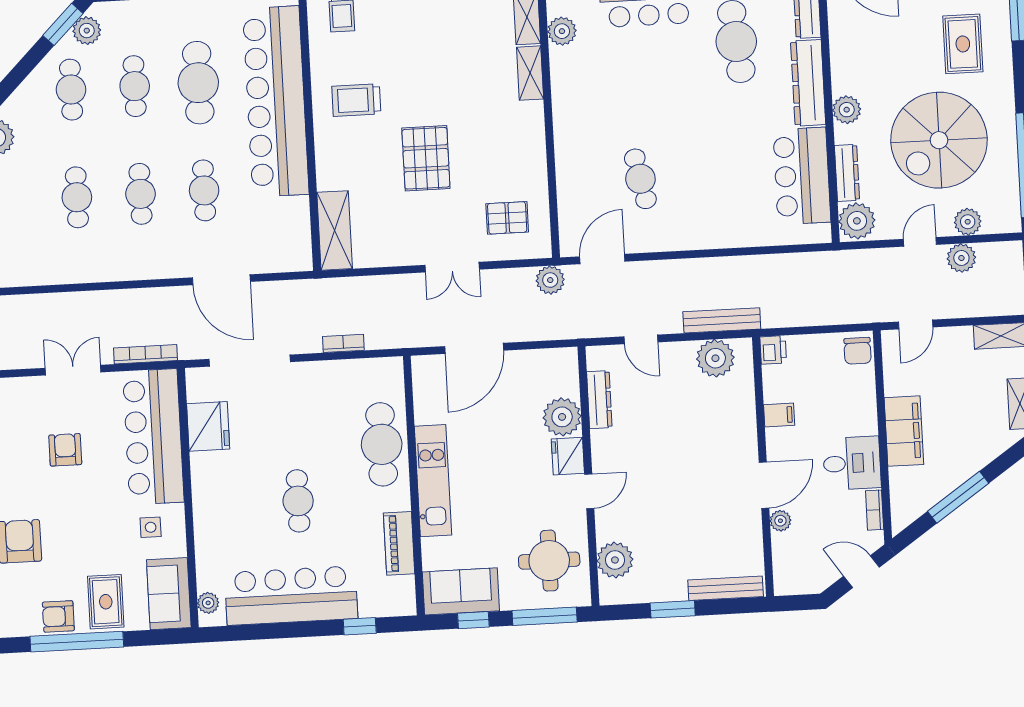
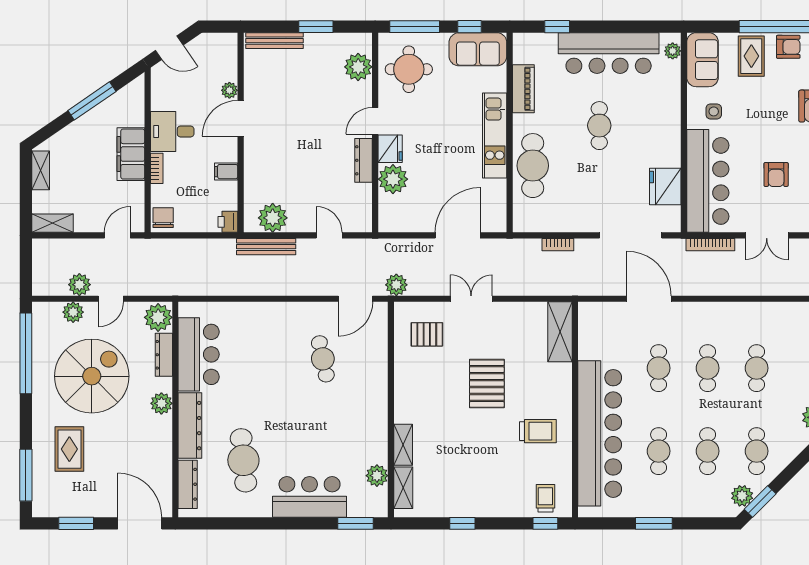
cafe table: (198, 83) -> (659, 451), width x0.73, depth x0.74
dresser: (599, 400) -> (364, 160), moved
bookcase: (875, 510) -> (157, 168), moved

